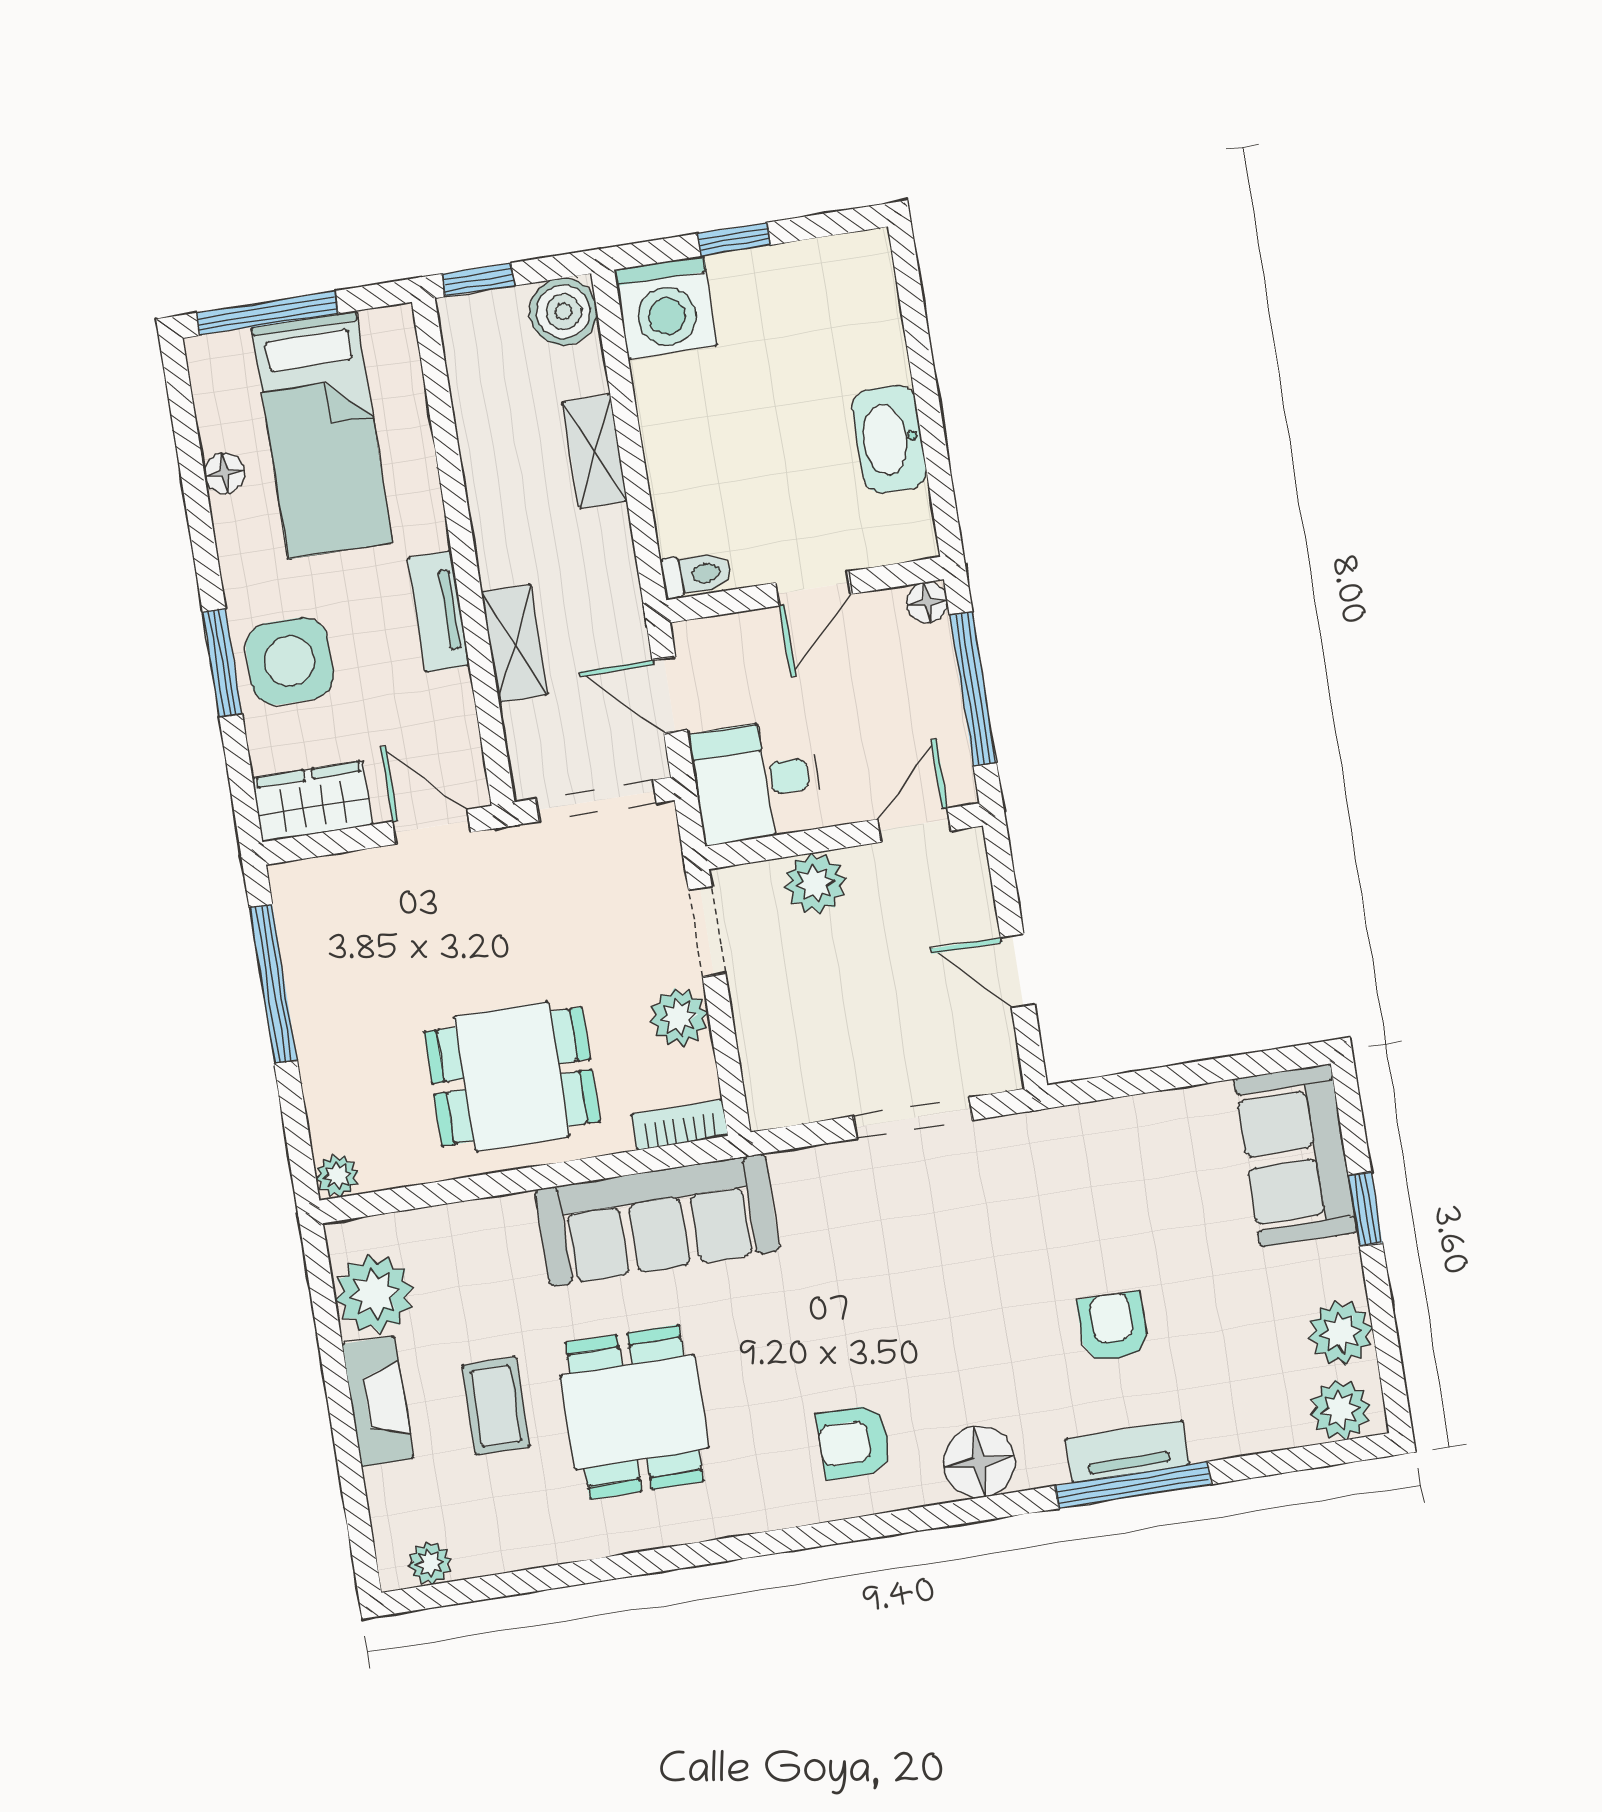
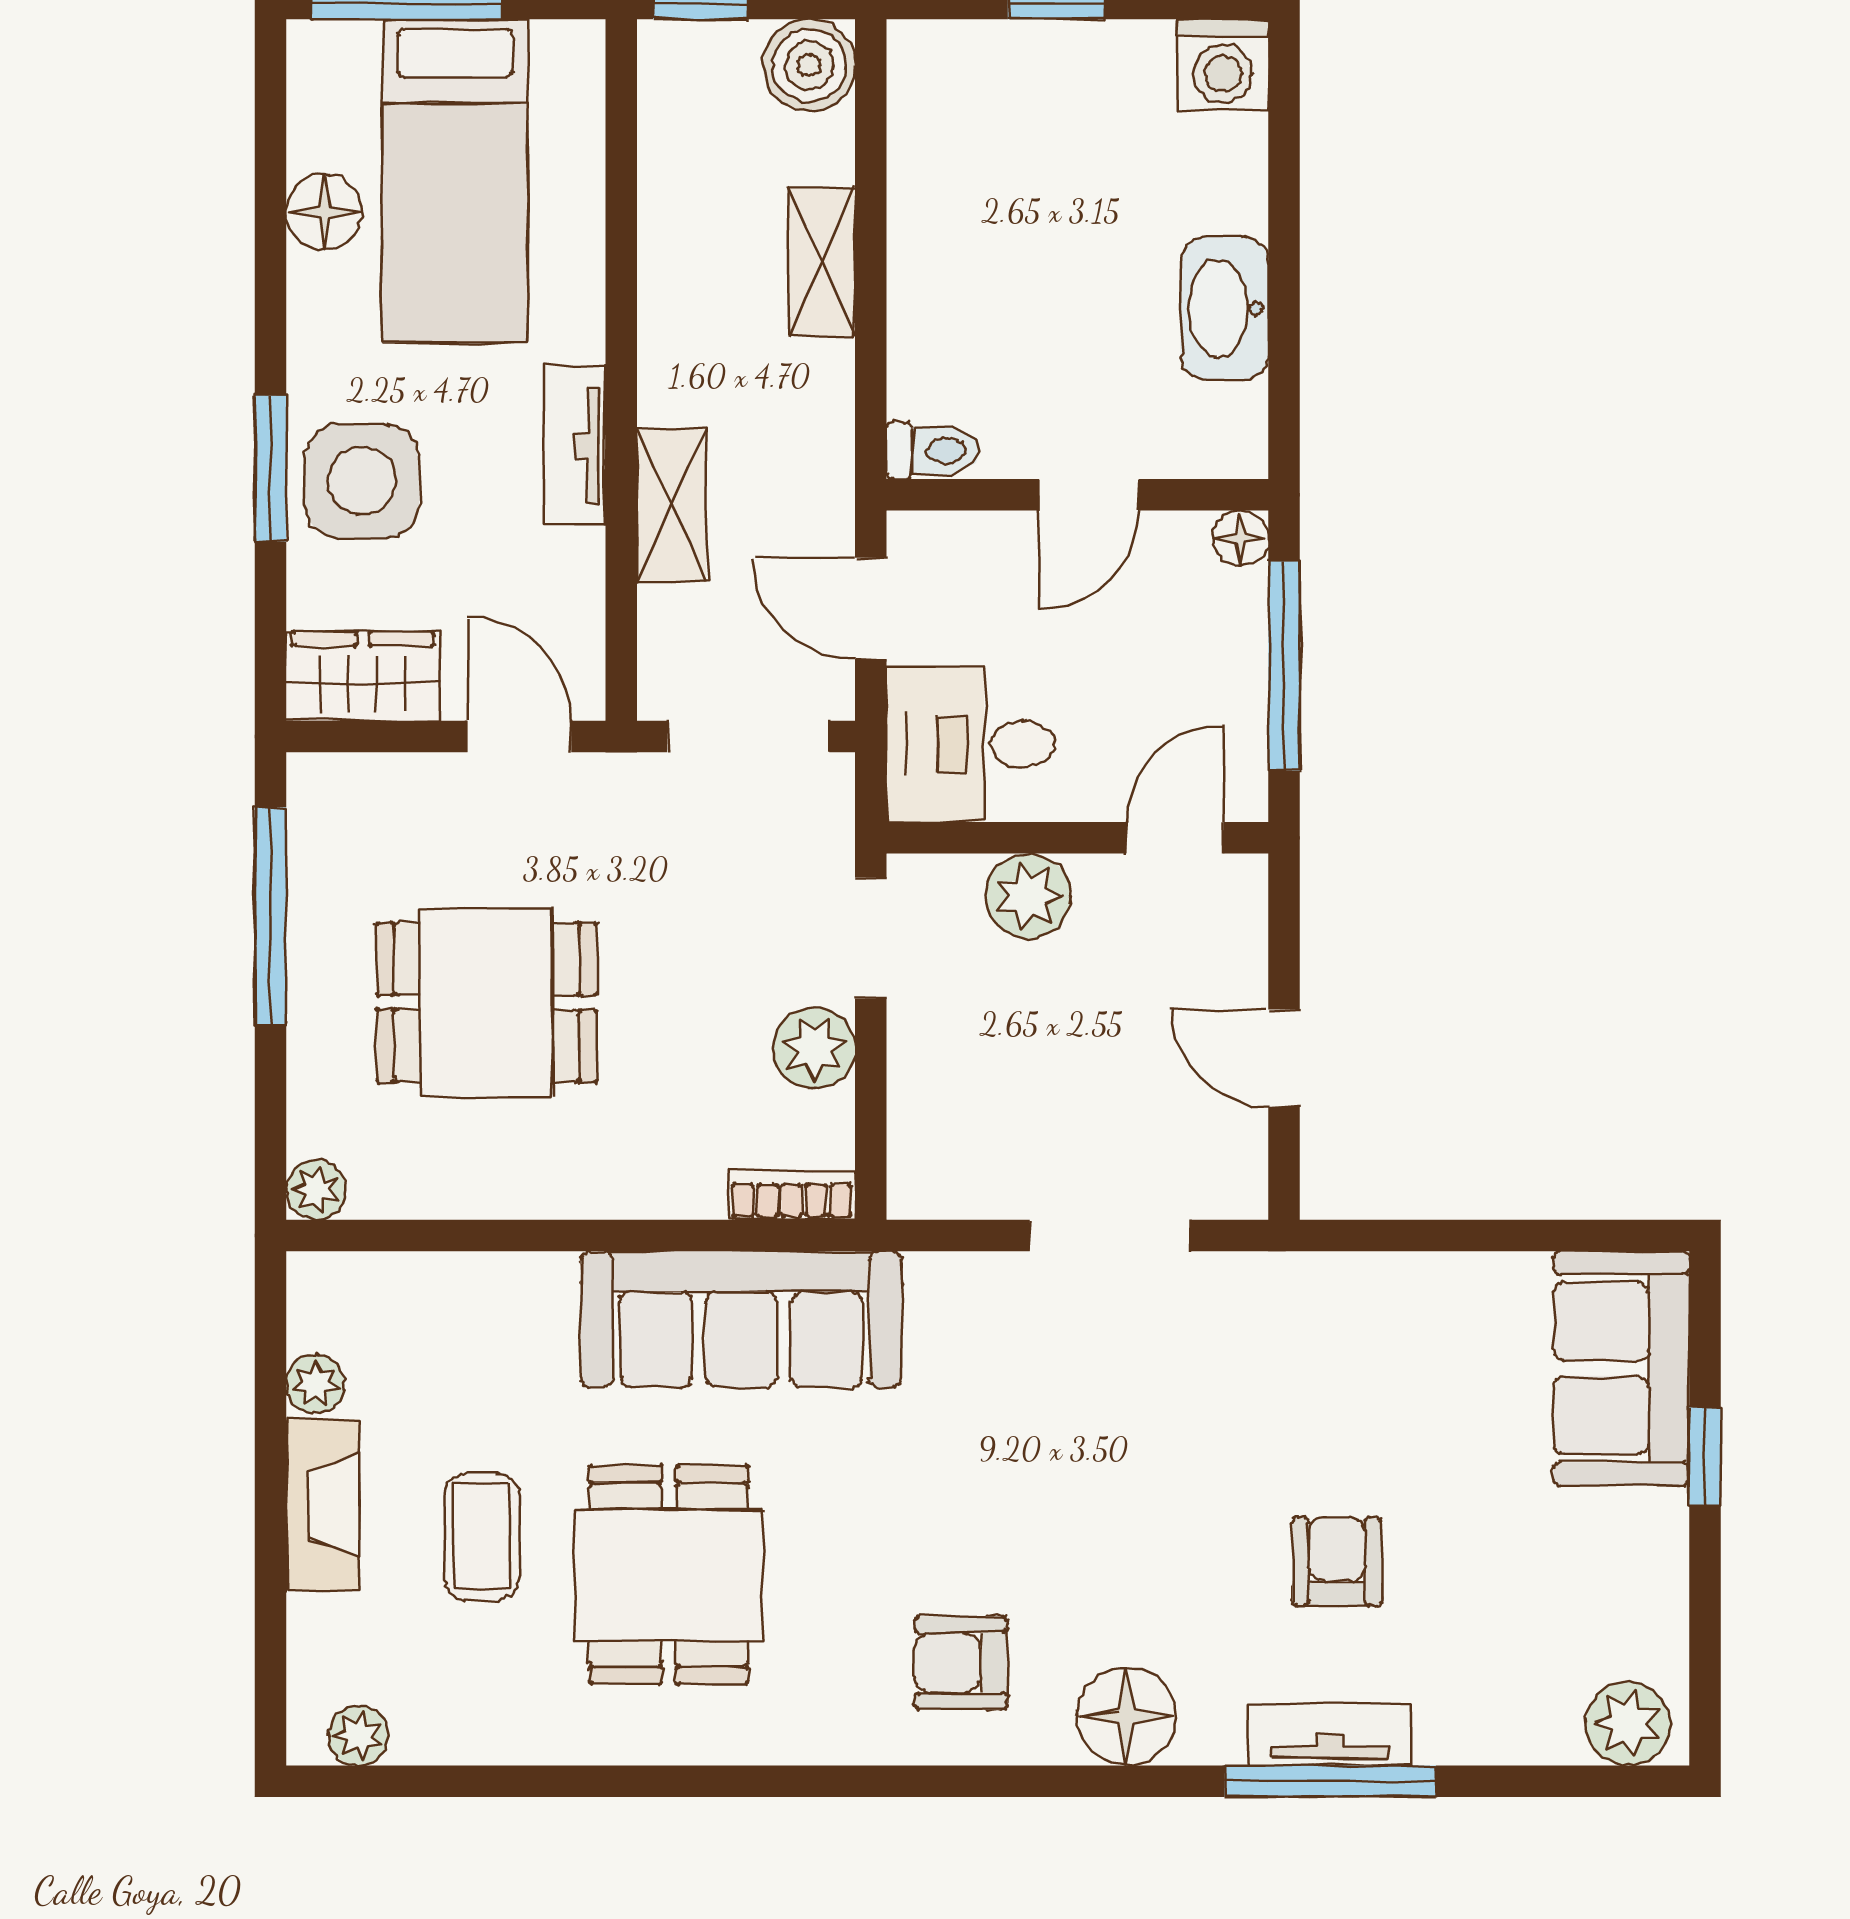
washing machine: (666, 307) -> (1223, 65), moved, width x0.73, depth x0.73
floor lamp: (224, 473) -> (324, 212), width x1.37, depth x1.37
dining table: (512, 1077) -> (487, 1002), moved
plant: (374, 1294) -> (315, 1384), width x0.53, depth x0.53
plant: (1341, 1333) -> (1645, 1619), removed

